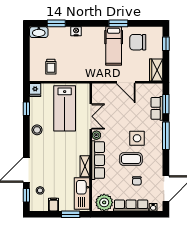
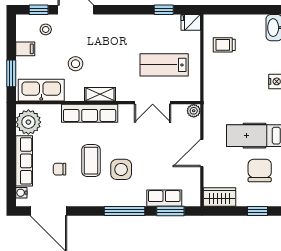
lab bench: (65, 108) -> (164, 65), width x0.73, depth x0.72
stool: (37, 130) -> (76, 64), moved
plant: (96, 135) -> (194, 111), moved
shelving: (85, 166) -> (100, 94), moved

